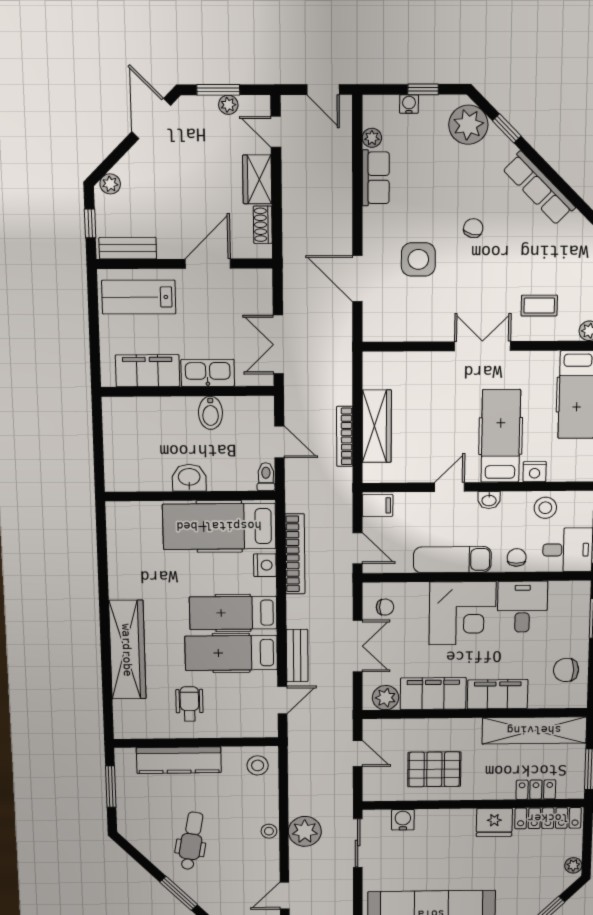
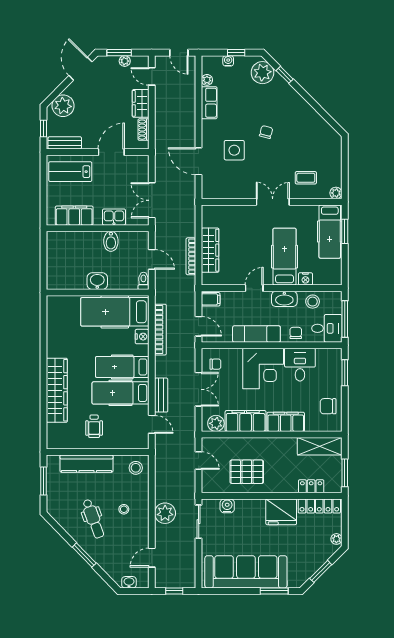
plant: (110, 184) -> (63, 106), width x1.88, depth x1.88
row of seats: (539, 188) -> (304, 109), removed
kitchen sink: (208, 373) -> (114, 217), width x0.73
washbasin: (489, 500) -> (284, 299), width x1.91, depth x1.45
door: (282, 700) -> (152, 424), hinge flipped
wheelchair: (189, 704) -> (94, 426), turned 180
shelving: (534, 730) -> (320, 446), width x0.68
fridge: (494, 822) -> (281, 512), width x1.36, depth x1.34
stool: (269, 831) -> (124, 509), moved
dental chair: (191, 841) -> (93, 519), turned 150

